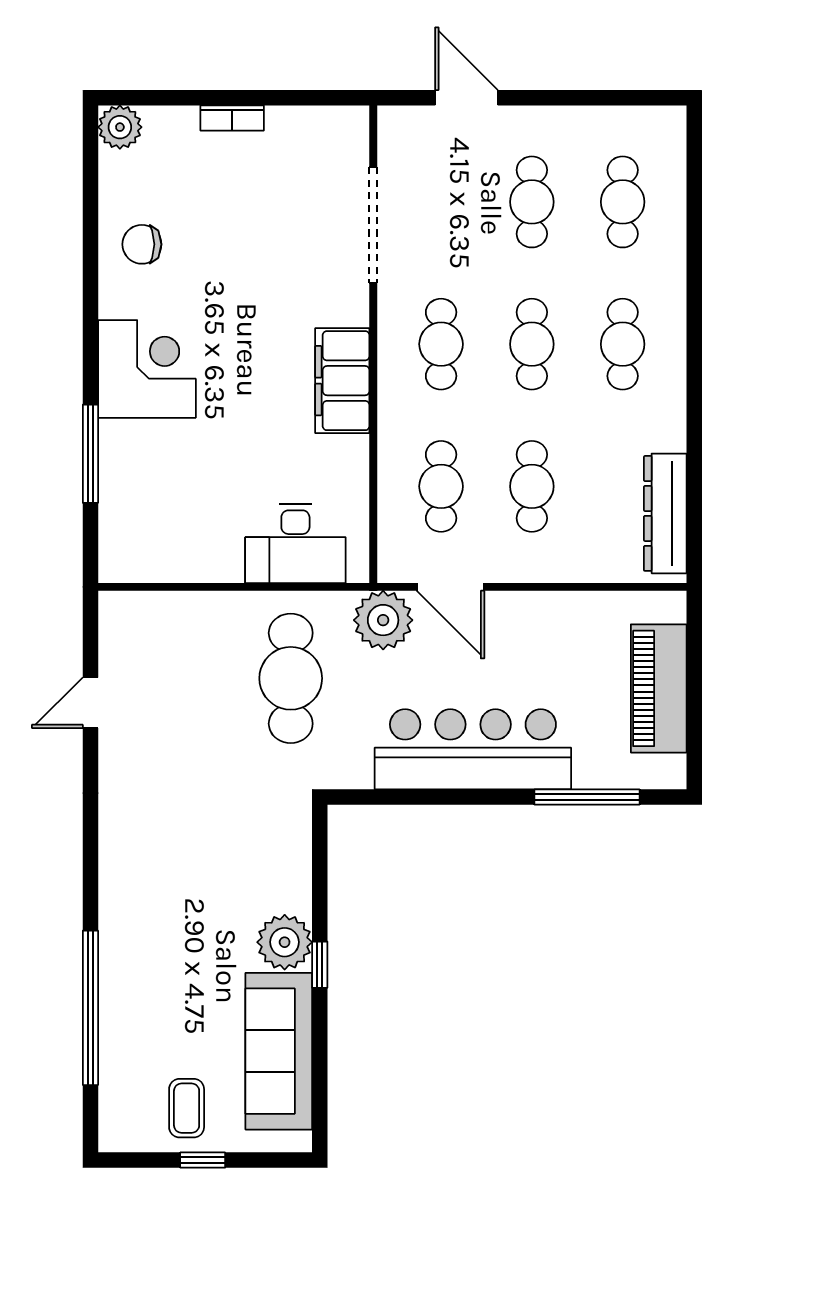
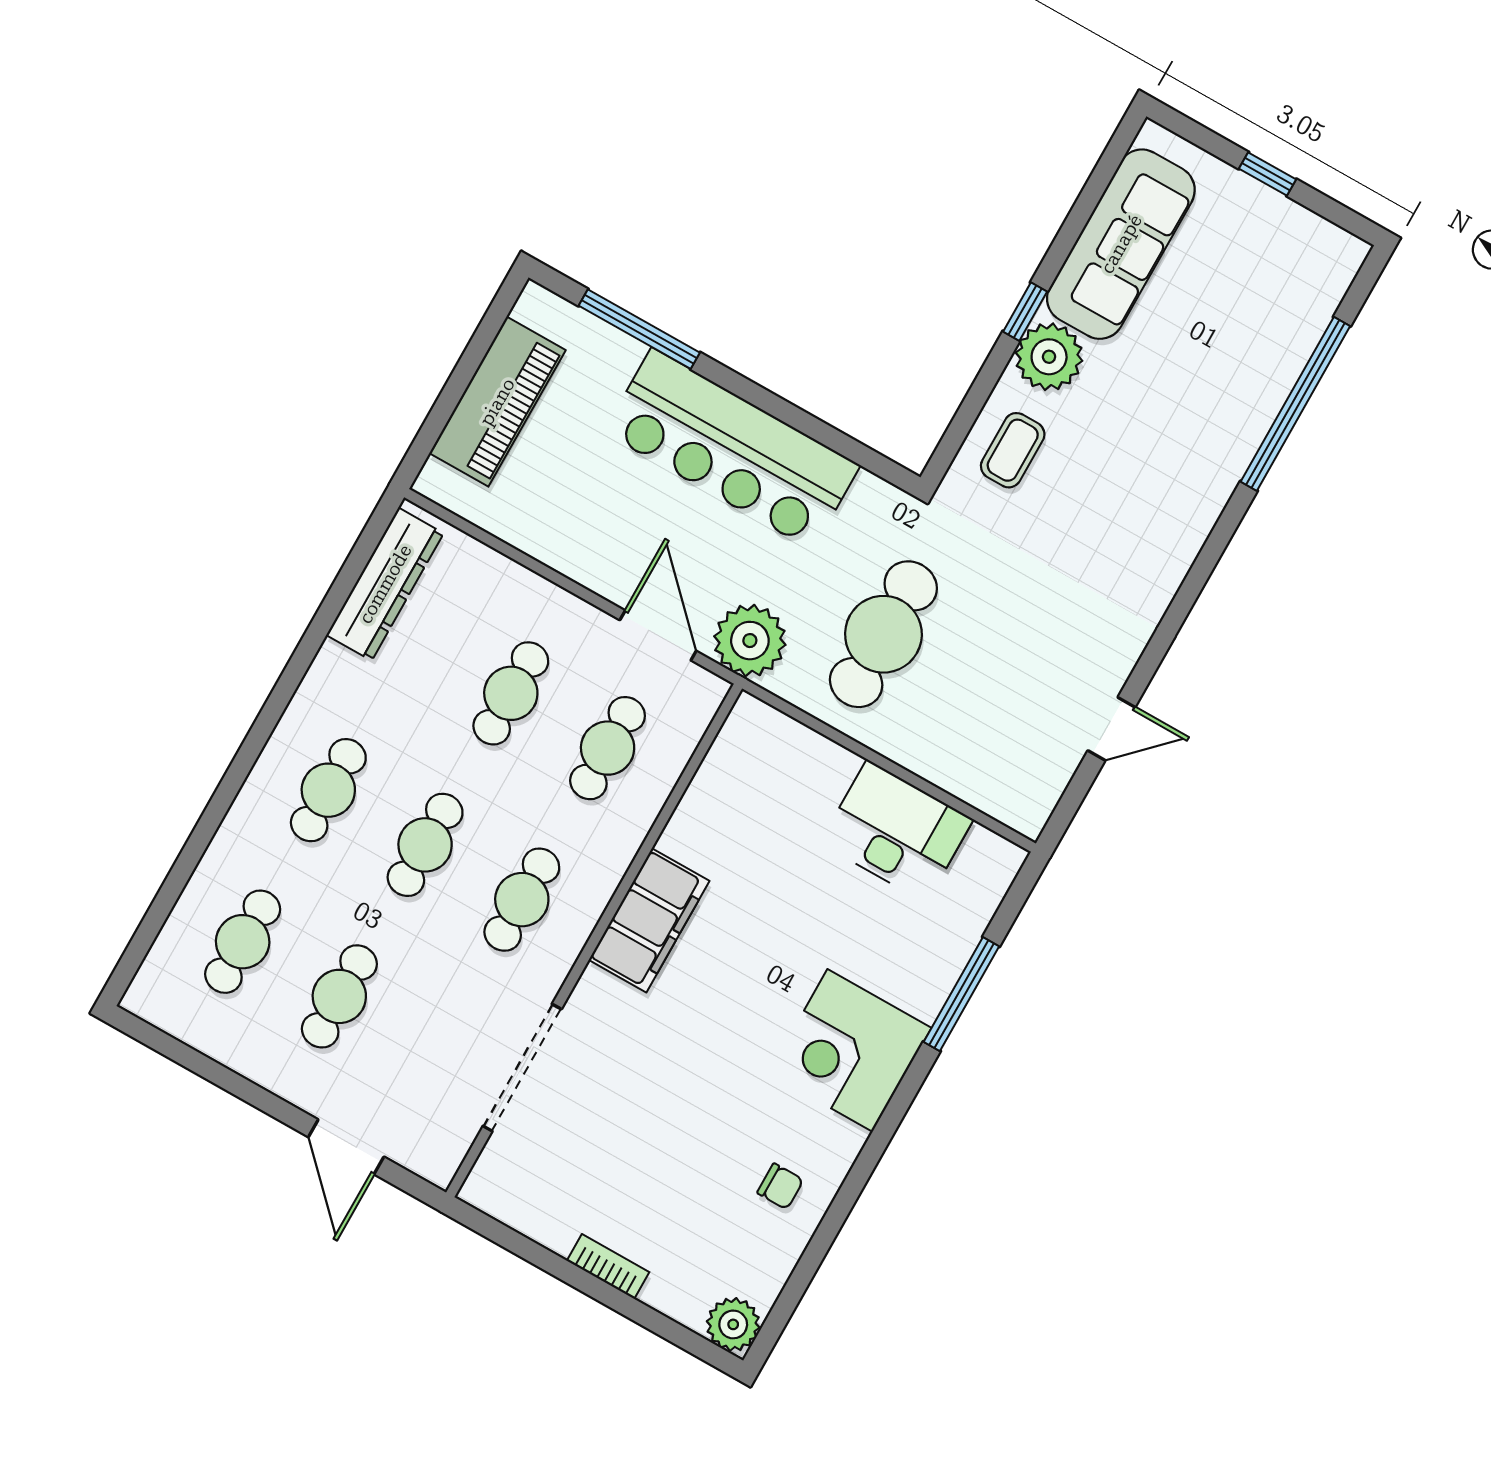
chair: (142, 244) -> (780, 1186), width x0.73, depth x0.73
desk: (295, 544) -> (897, 831), moved
coffee table: (187, 1108) -> (1013, 450), moved

